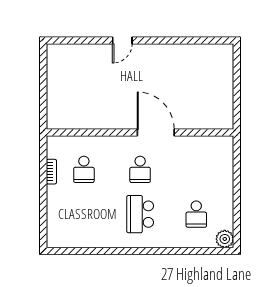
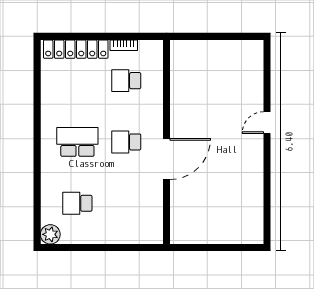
door: (122, 40) -> (267, 123), hinge flipped
locker: (55, 216) -> (76, 49), added

